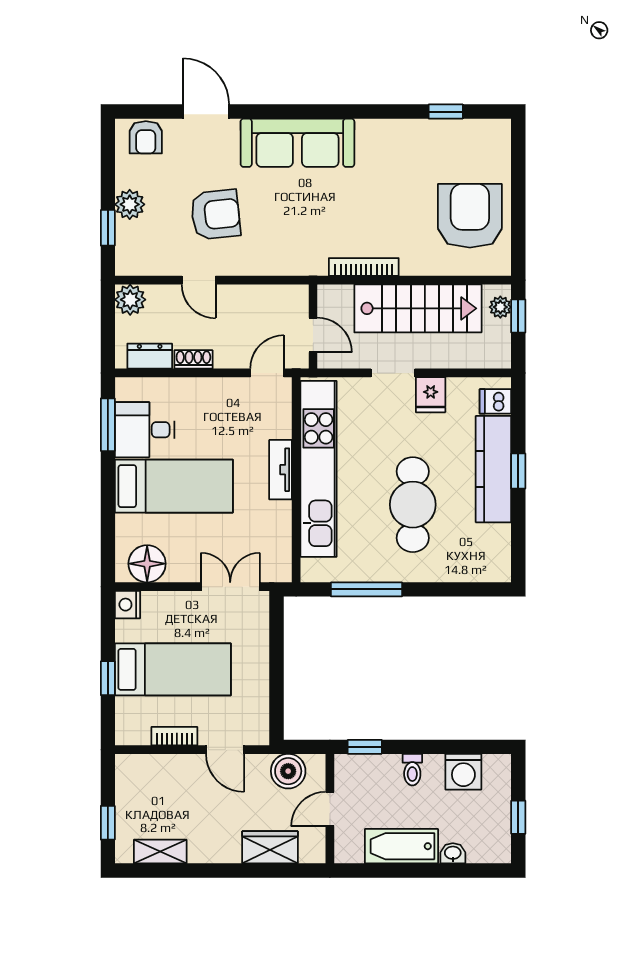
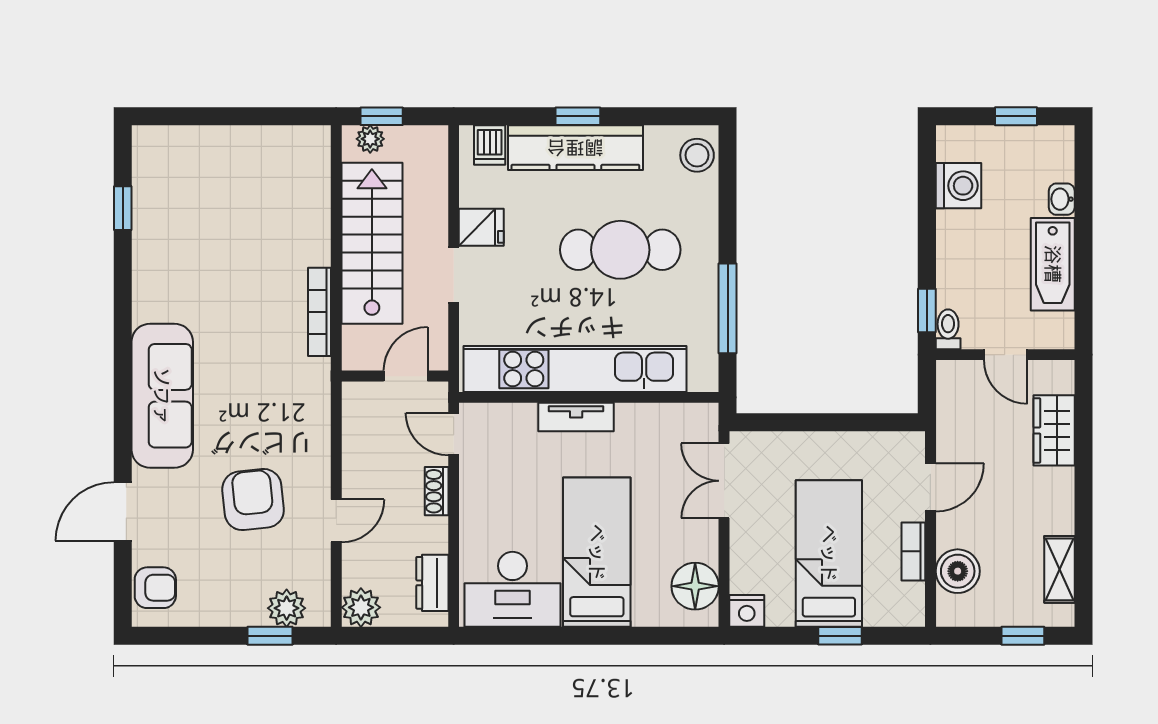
plant: (130, 204) -> (287, 608), moved
armchair: (470, 216) -> (255, 177), removed
shoe rack: (193, 359) -> (437, 491), moved
window: (108, 425) -> (519, 636), removed
desk: (145, 430) -> (512, 589), width x1.37
stool: (487, 565) -> (697, 155), added
toilet: (412, 770) -> (948, 329), moved, turned -90
boiler: (288, 771) -> (958, 571), moved

